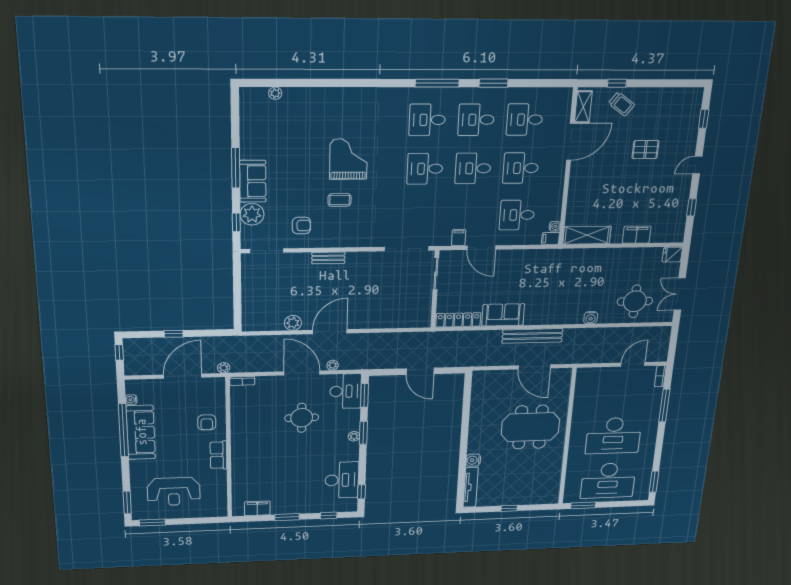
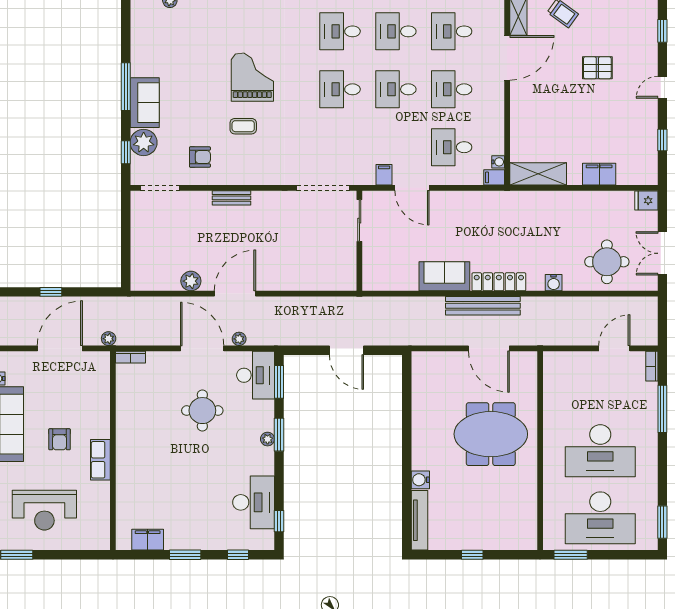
locker: (458, 320) -> (499, 282), moved
armchair: (207, 422) -> (60, 439), moved

